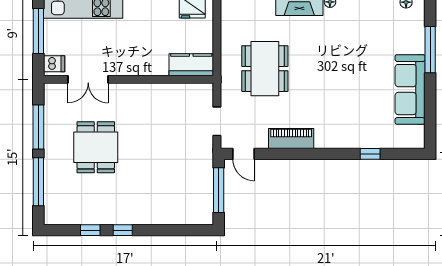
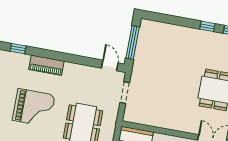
grand piano: (335, 79) -> (34, 108), added
piano: (291, 139) -> (46, 65), moved

